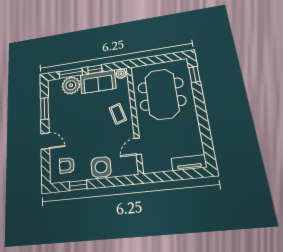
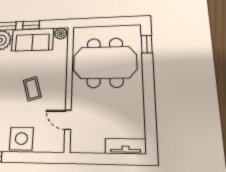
meeting table: (162, 94) -> (105, 63), turned 90
coffee table: (118, 114) -> (32, 89), moved
door: (138, 146) -> (68, 120), hinge flipped

